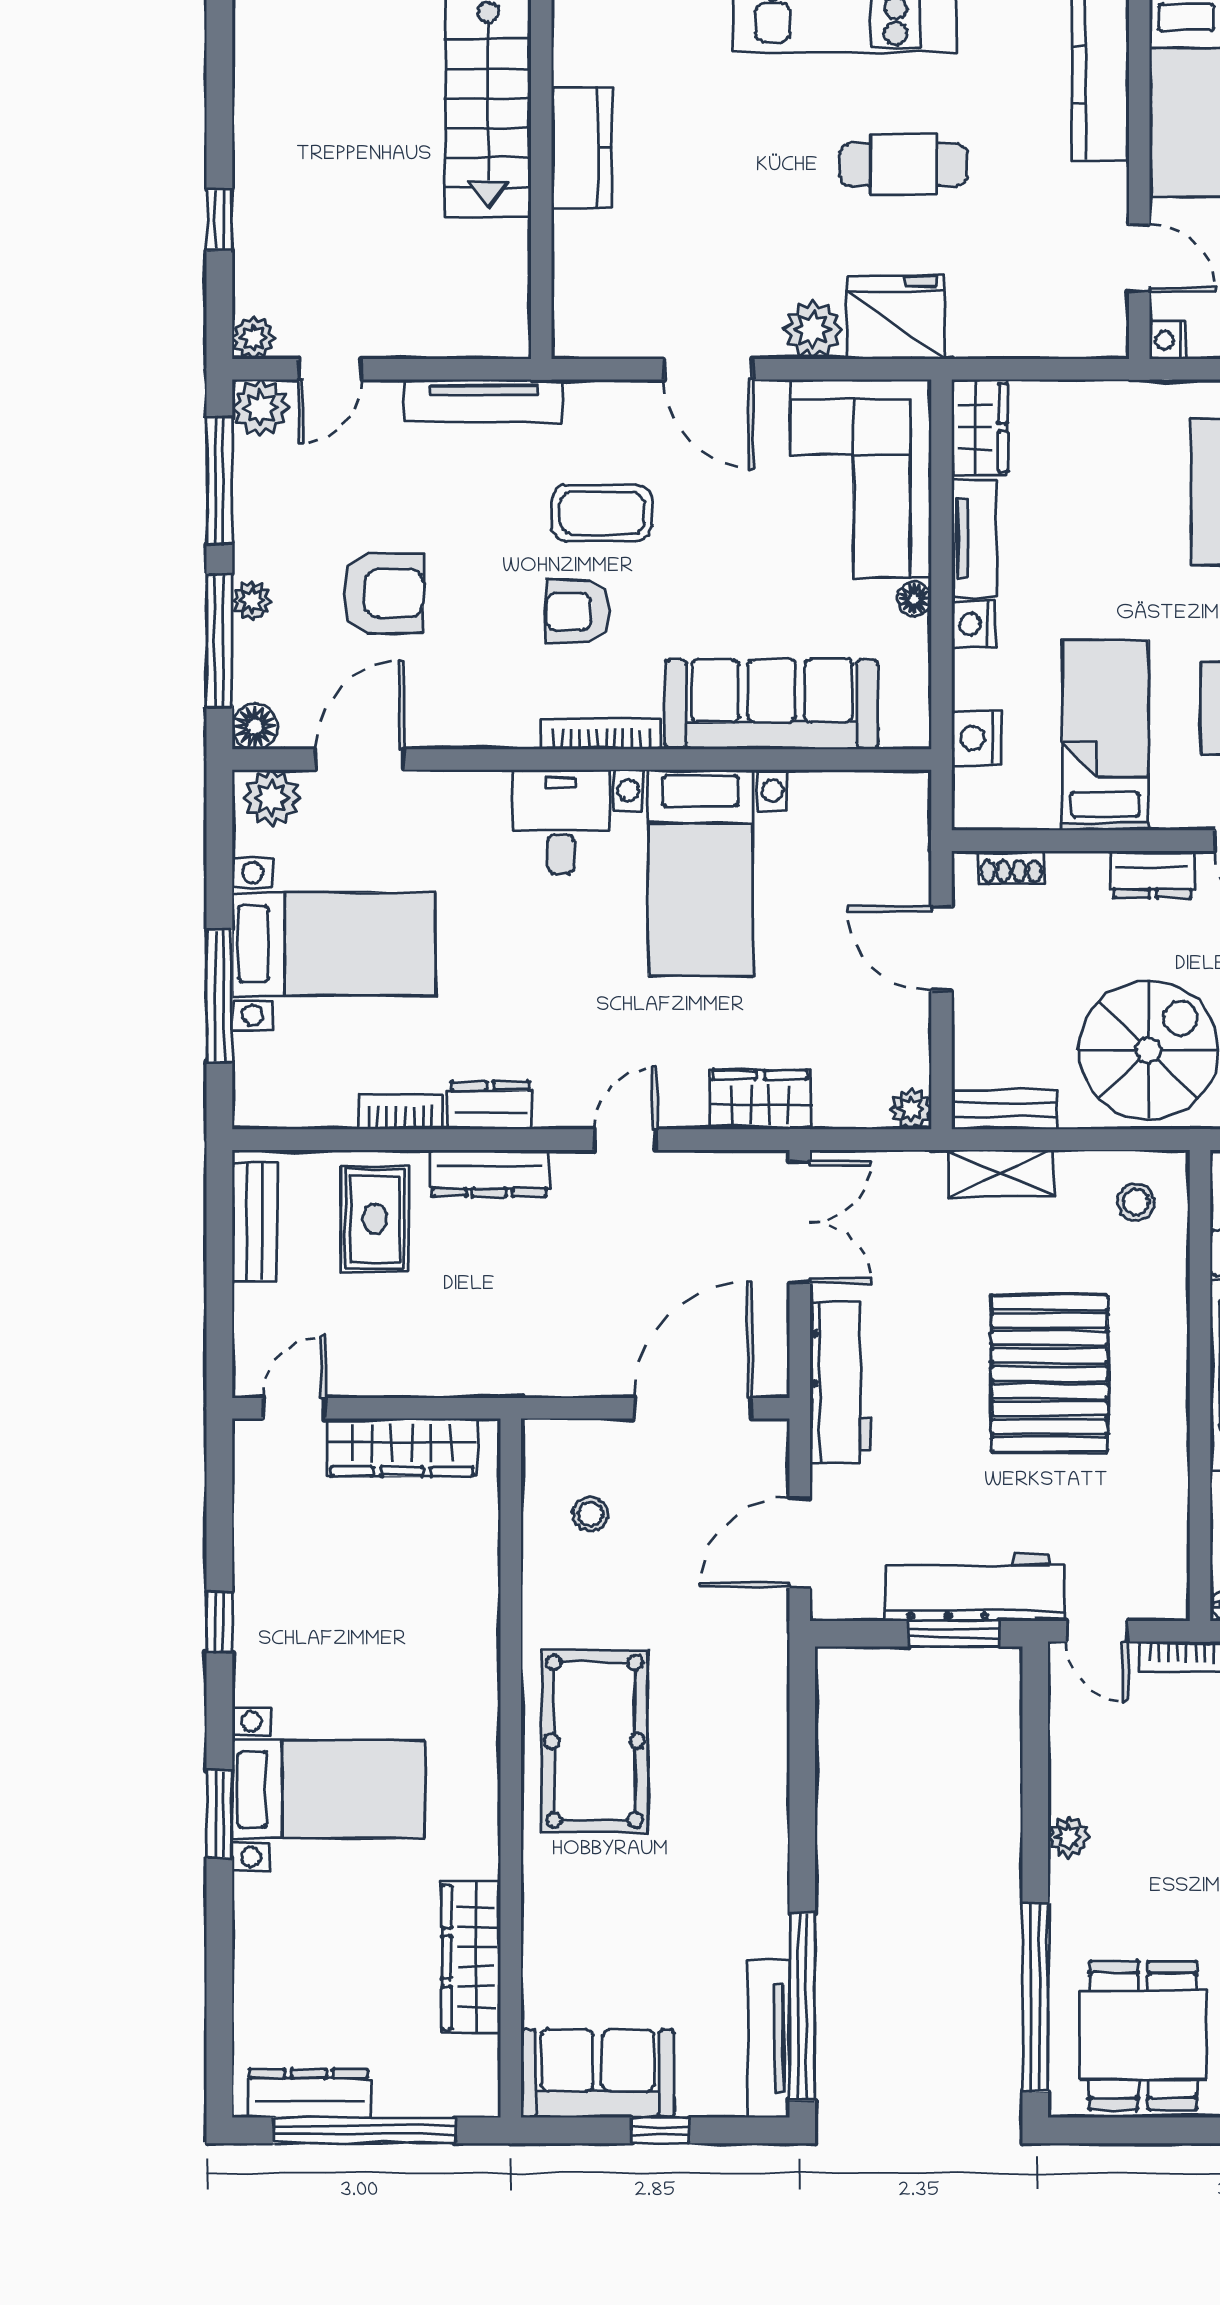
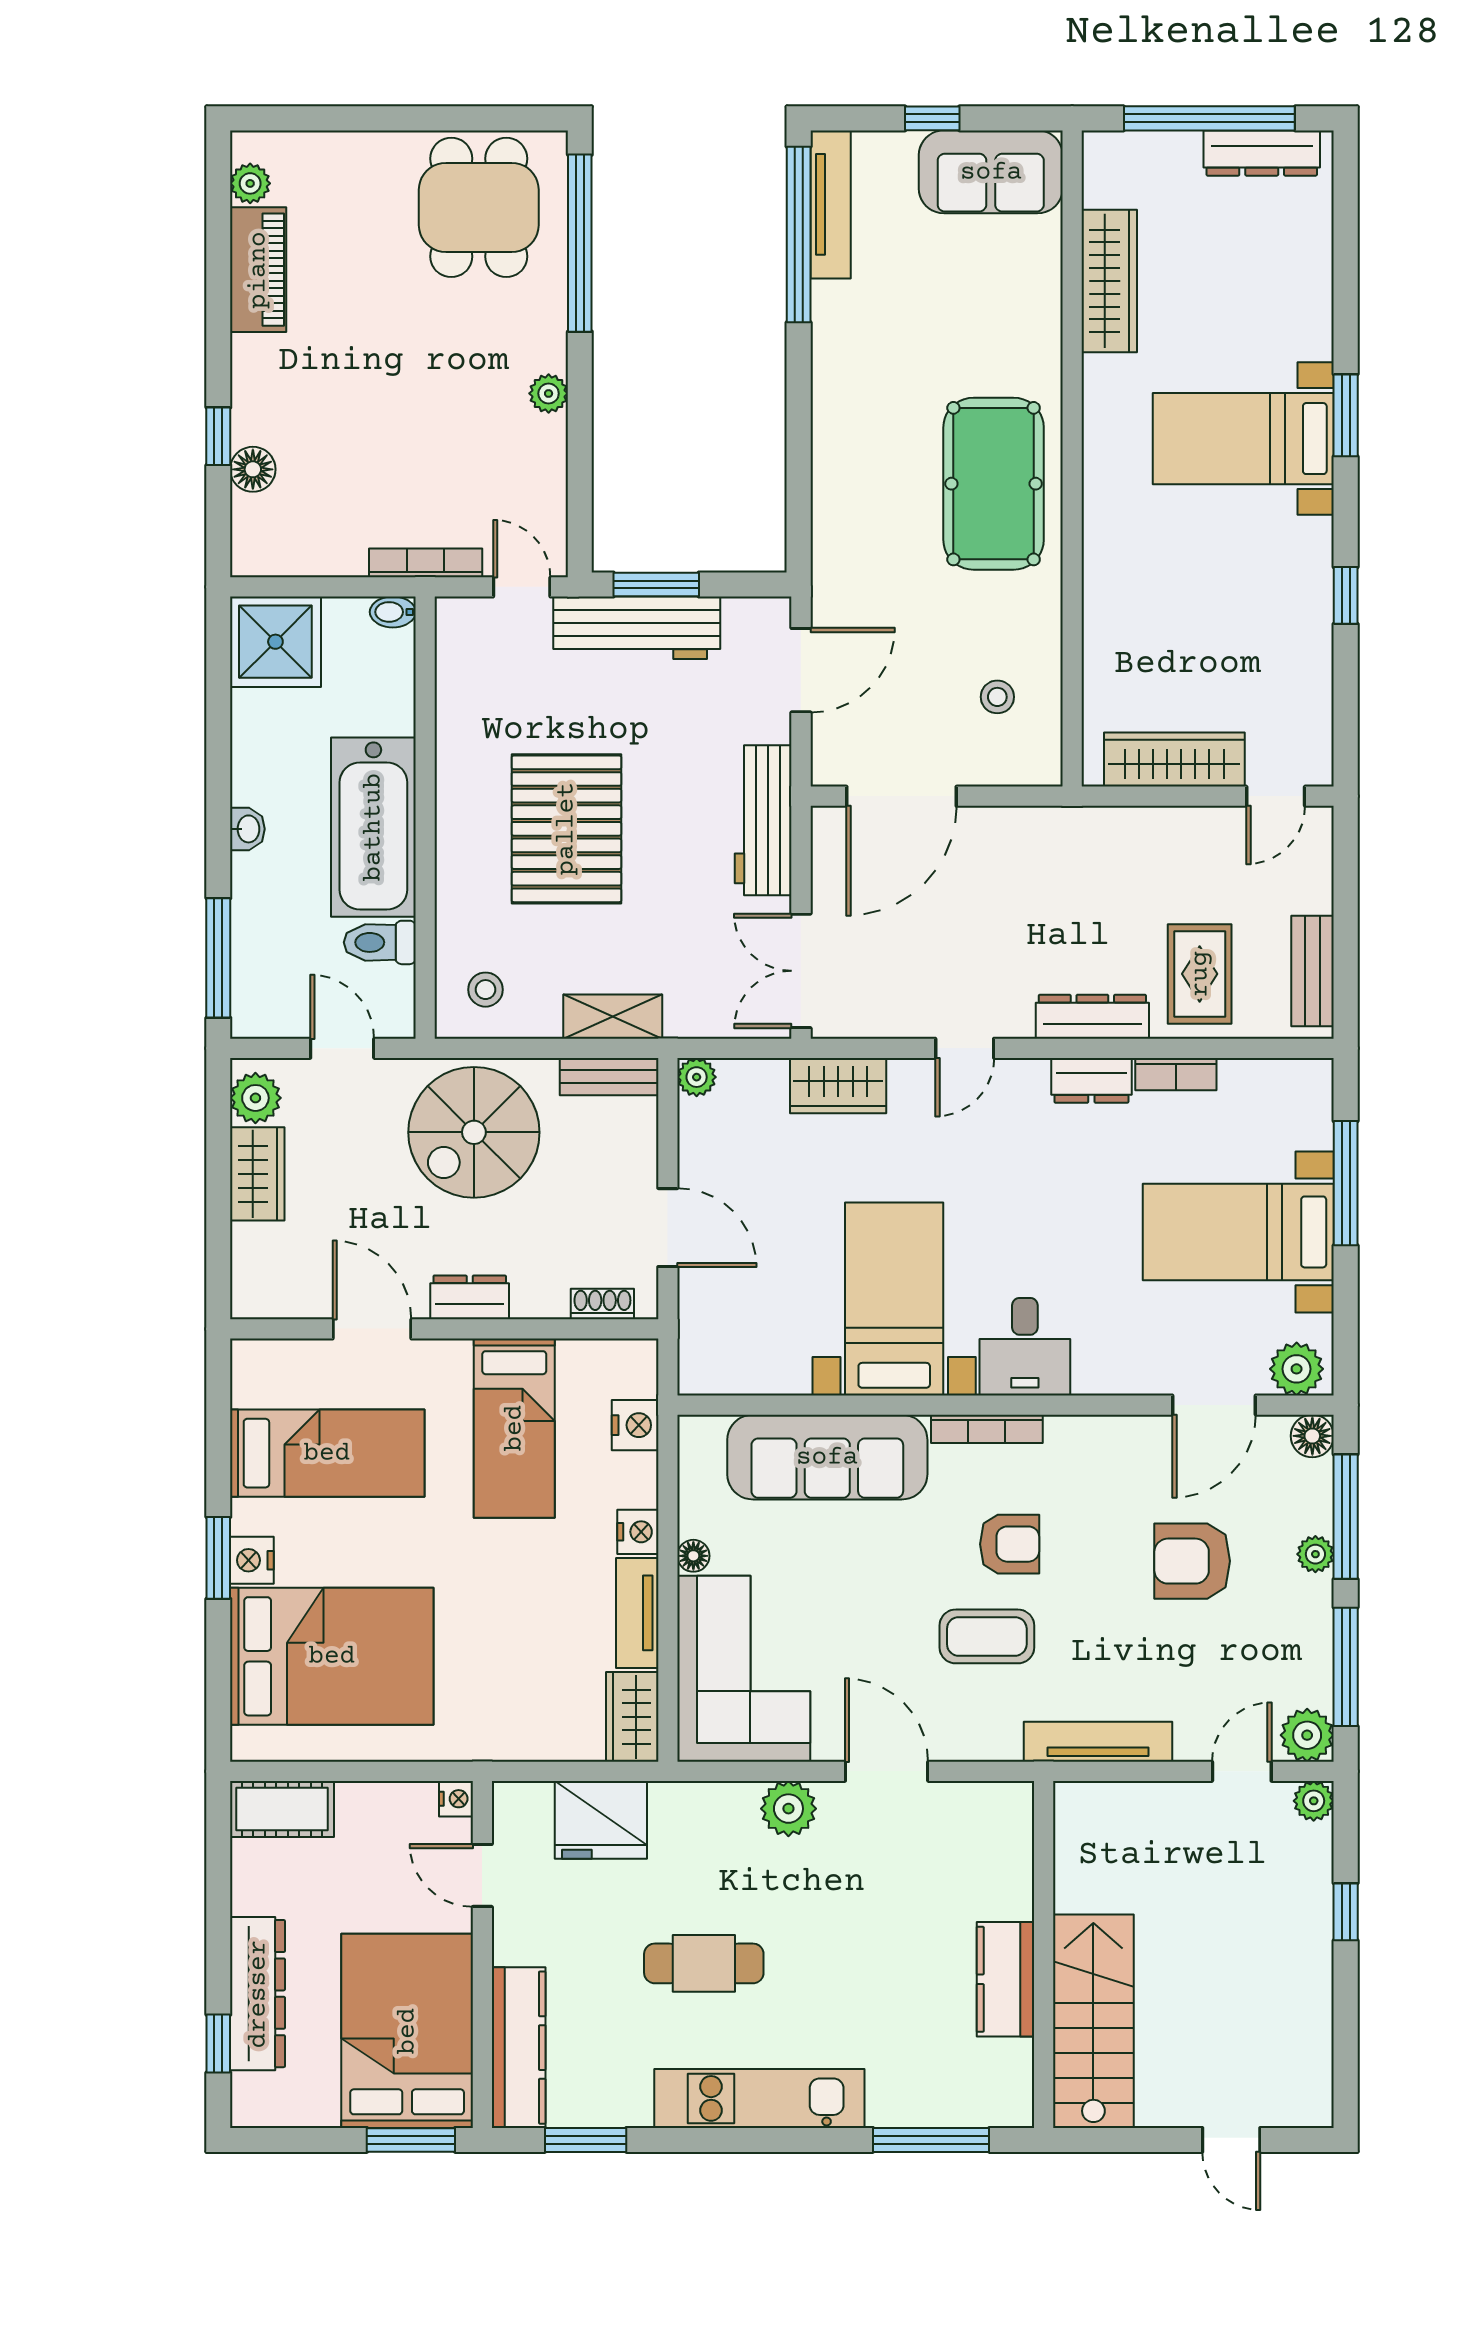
fridge: (896, 318) -> (601, 1820), moved

